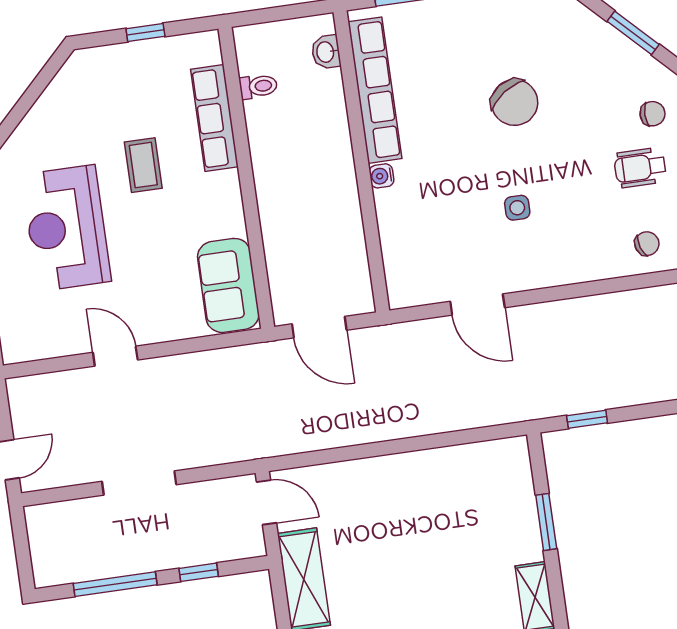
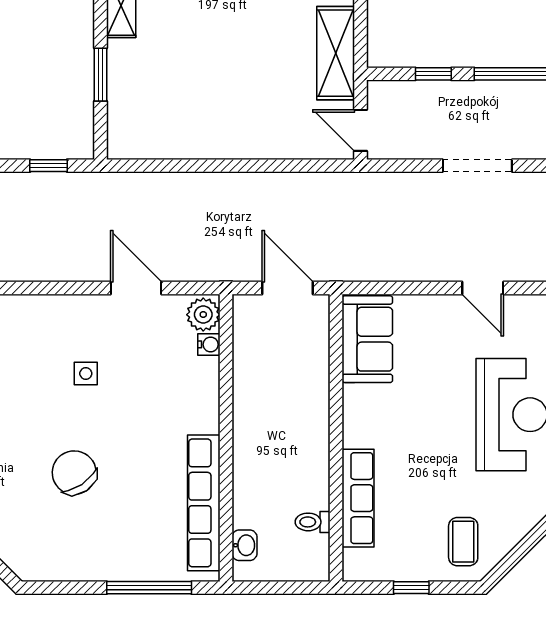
coffee table: (143, 165) -> (463, 542), moved
water cooler: (382, 176) -> (209, 344), moved
plant: (403, 287) -> (203, 315), added

